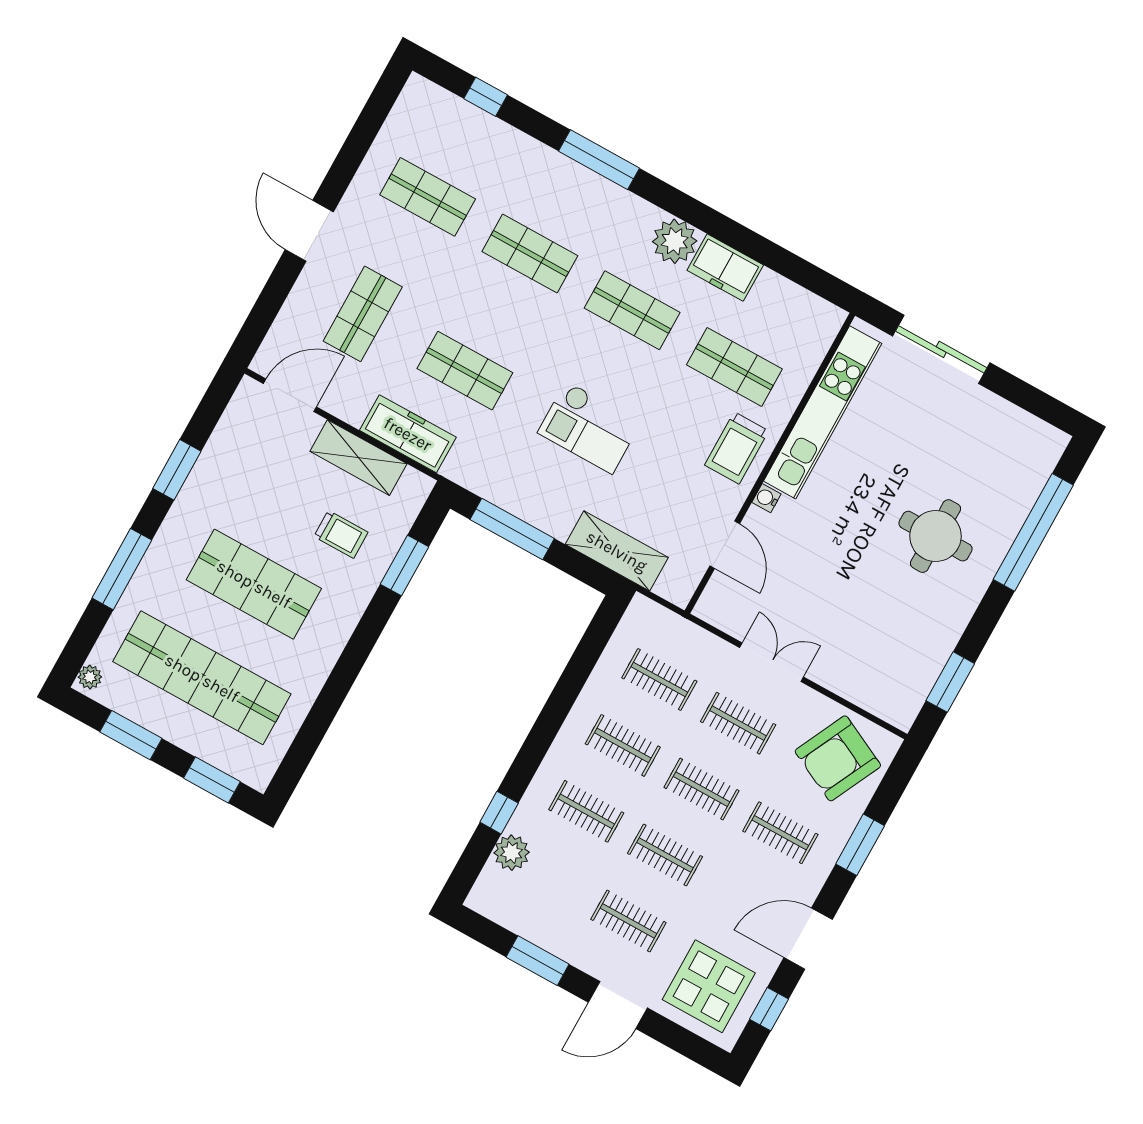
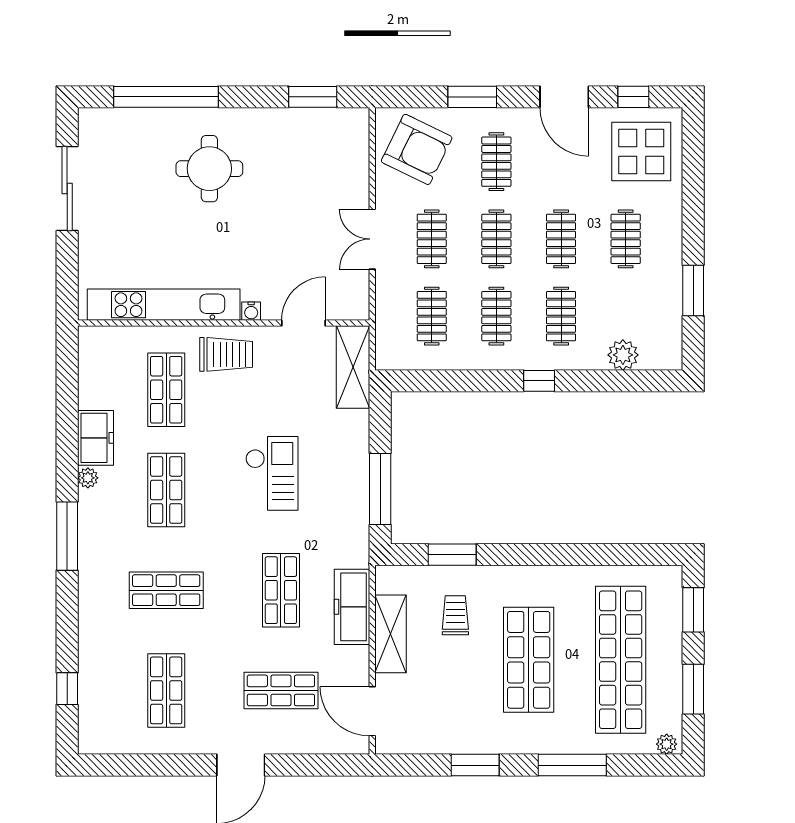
window: (599, 160) -> (67, 536), moved
plant: (675, 241) -> (88, 478), width x0.53, depth x0.53
shop shelf: (530, 254) -> (166, 590), turned 90
sliding door: (941, 349) -> (67, 189), moved
shelving: (617, 551) -> (353, 367), moved
window: (499, 813) -> (539, 381), moved
door: (618, 1005) -> (693, 212), removed

